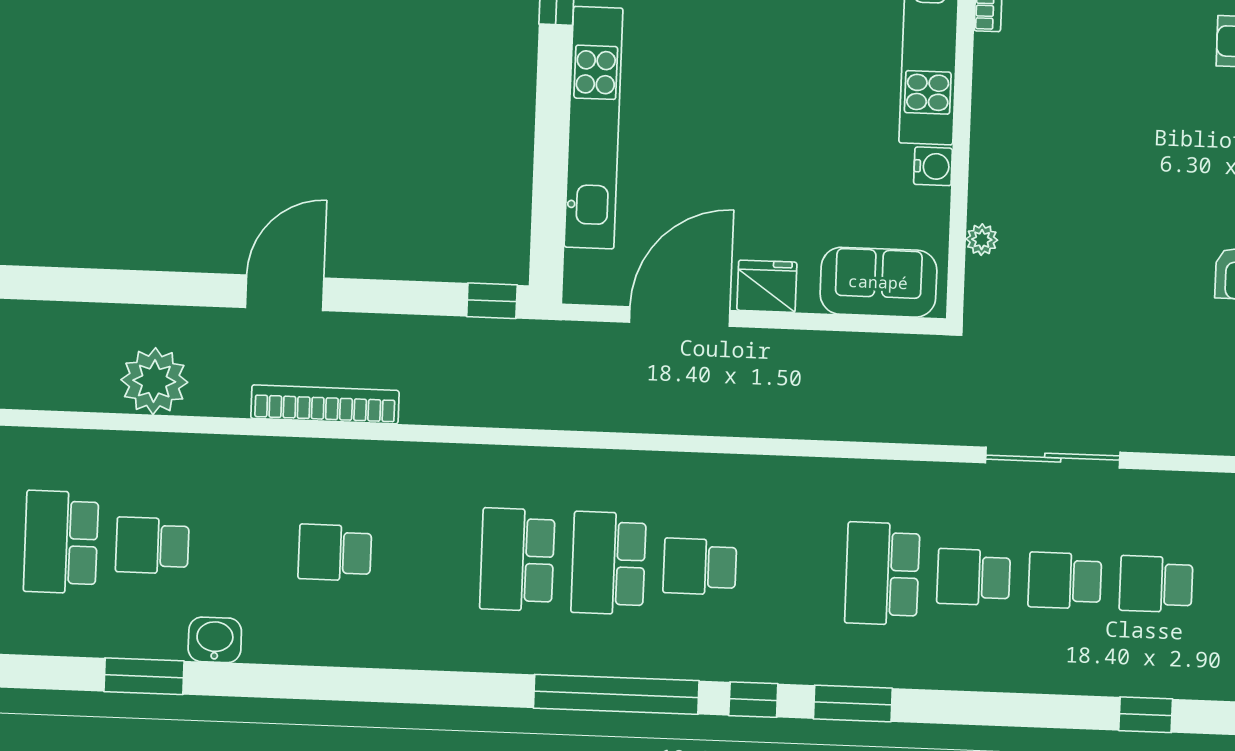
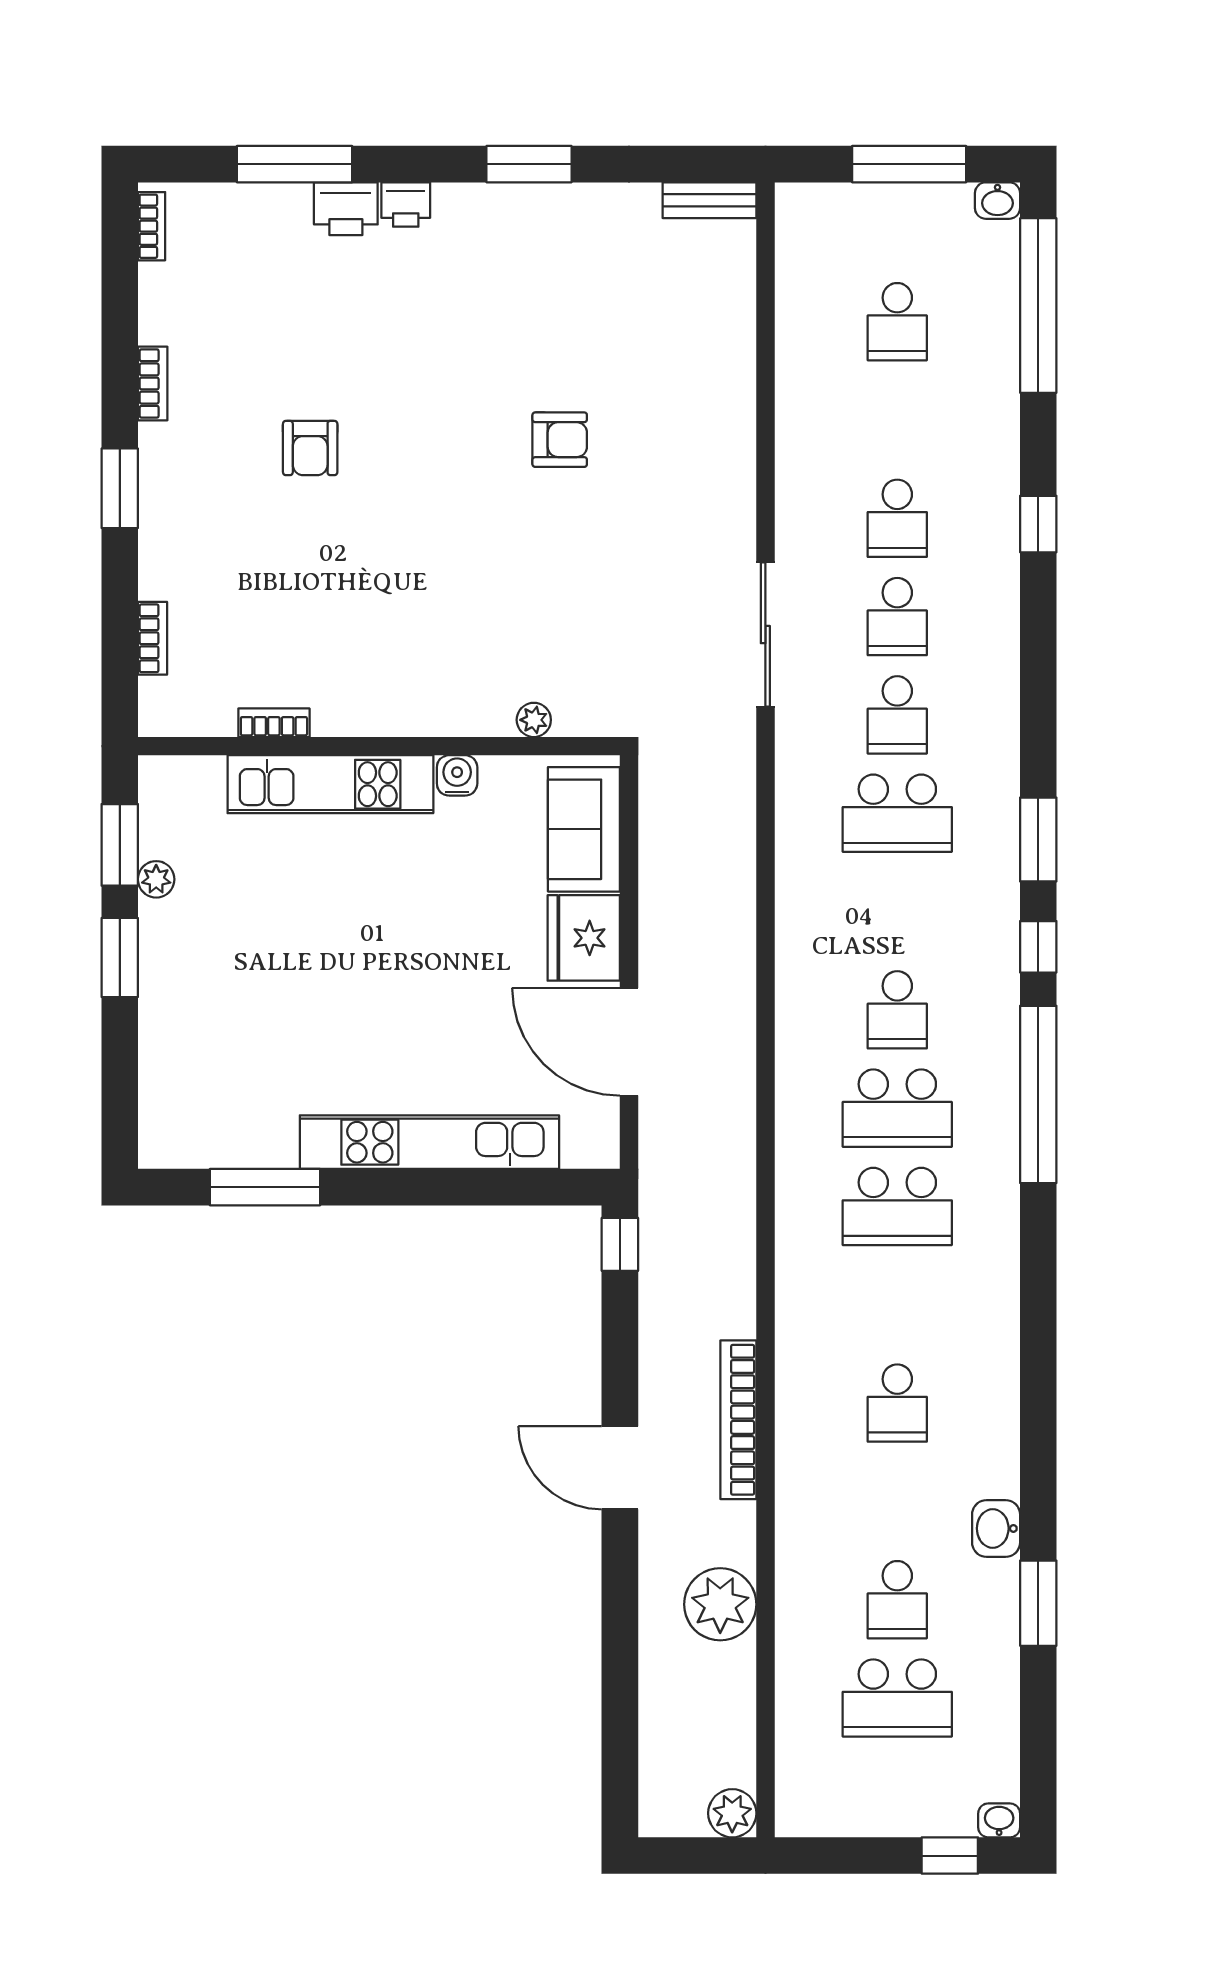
fridge: (767, 286) -> (584, 938), width x1.36, depth x1.34

